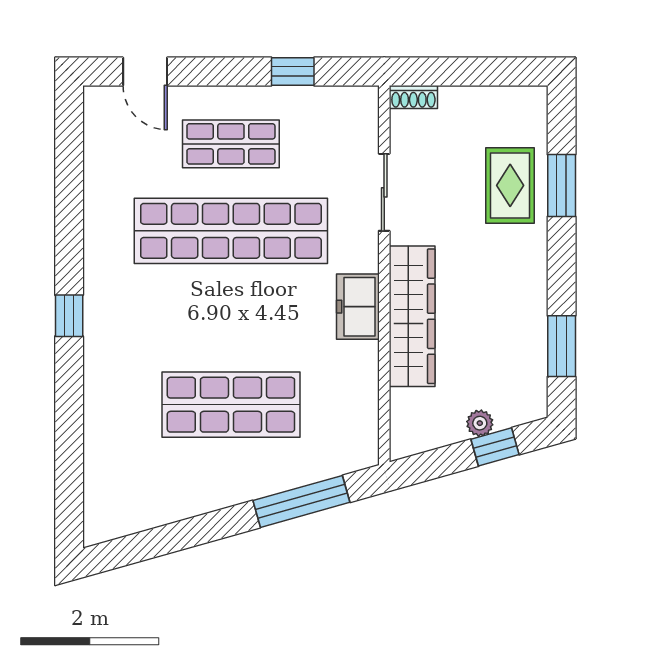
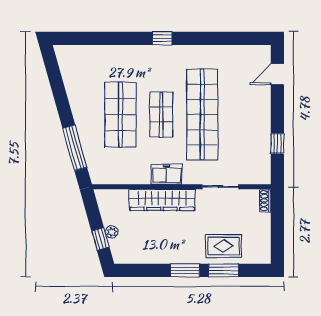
shop shelf: (231, 144) -> (161, 115), moved
window: (562, 346) -> (185, 270), moved

